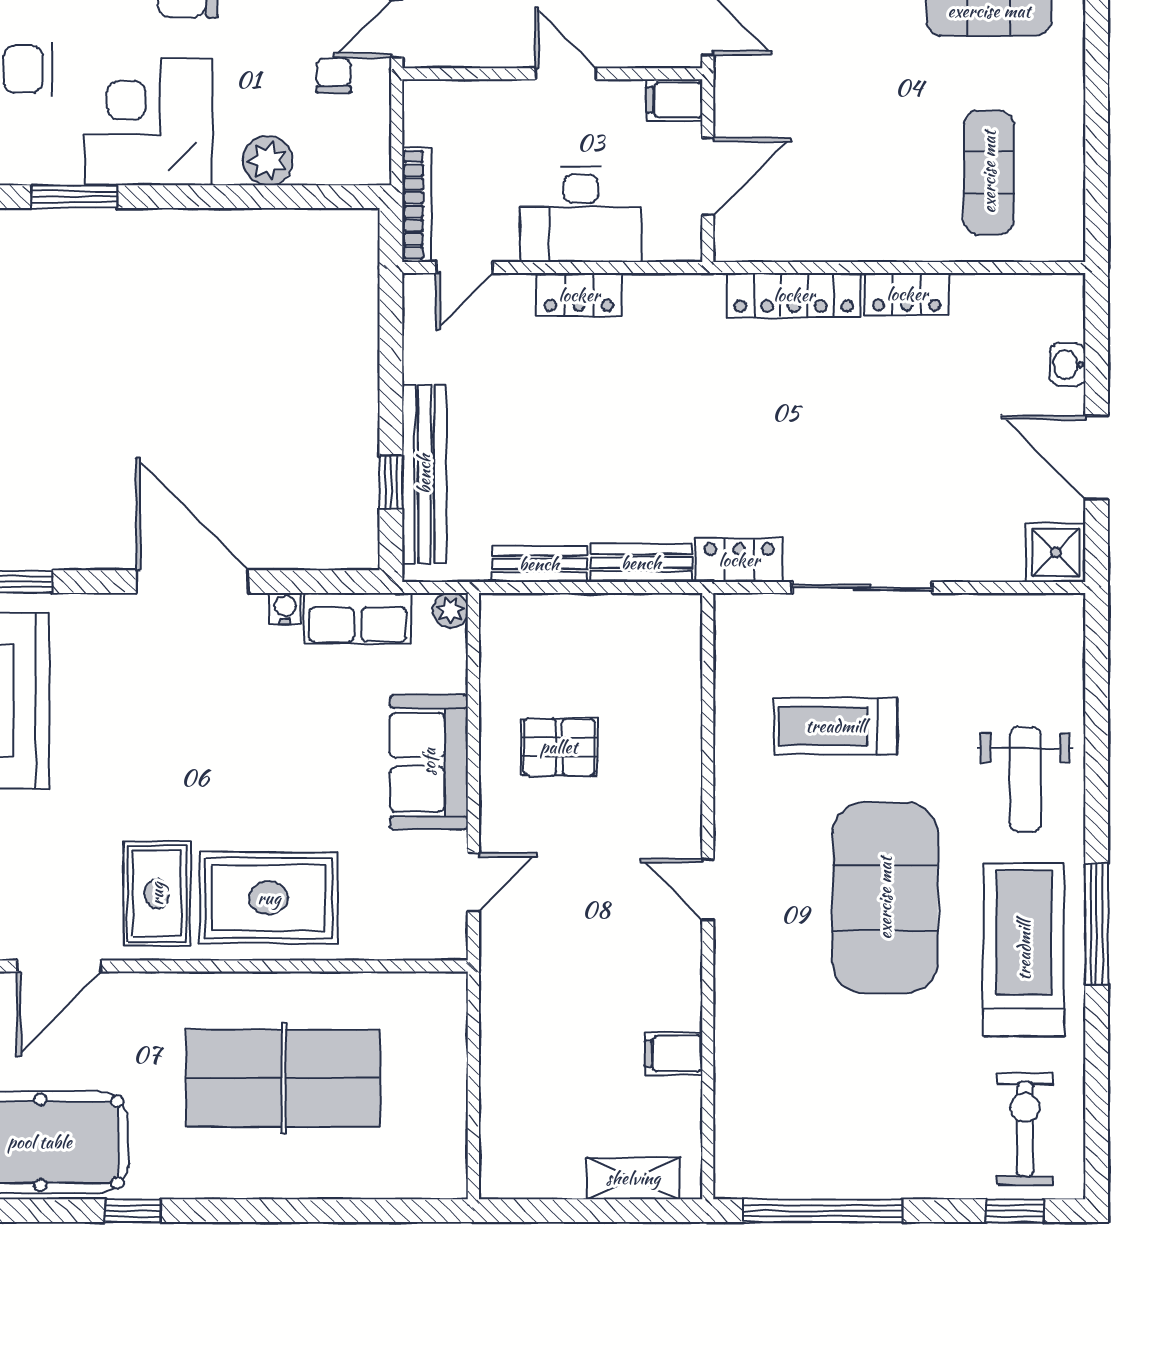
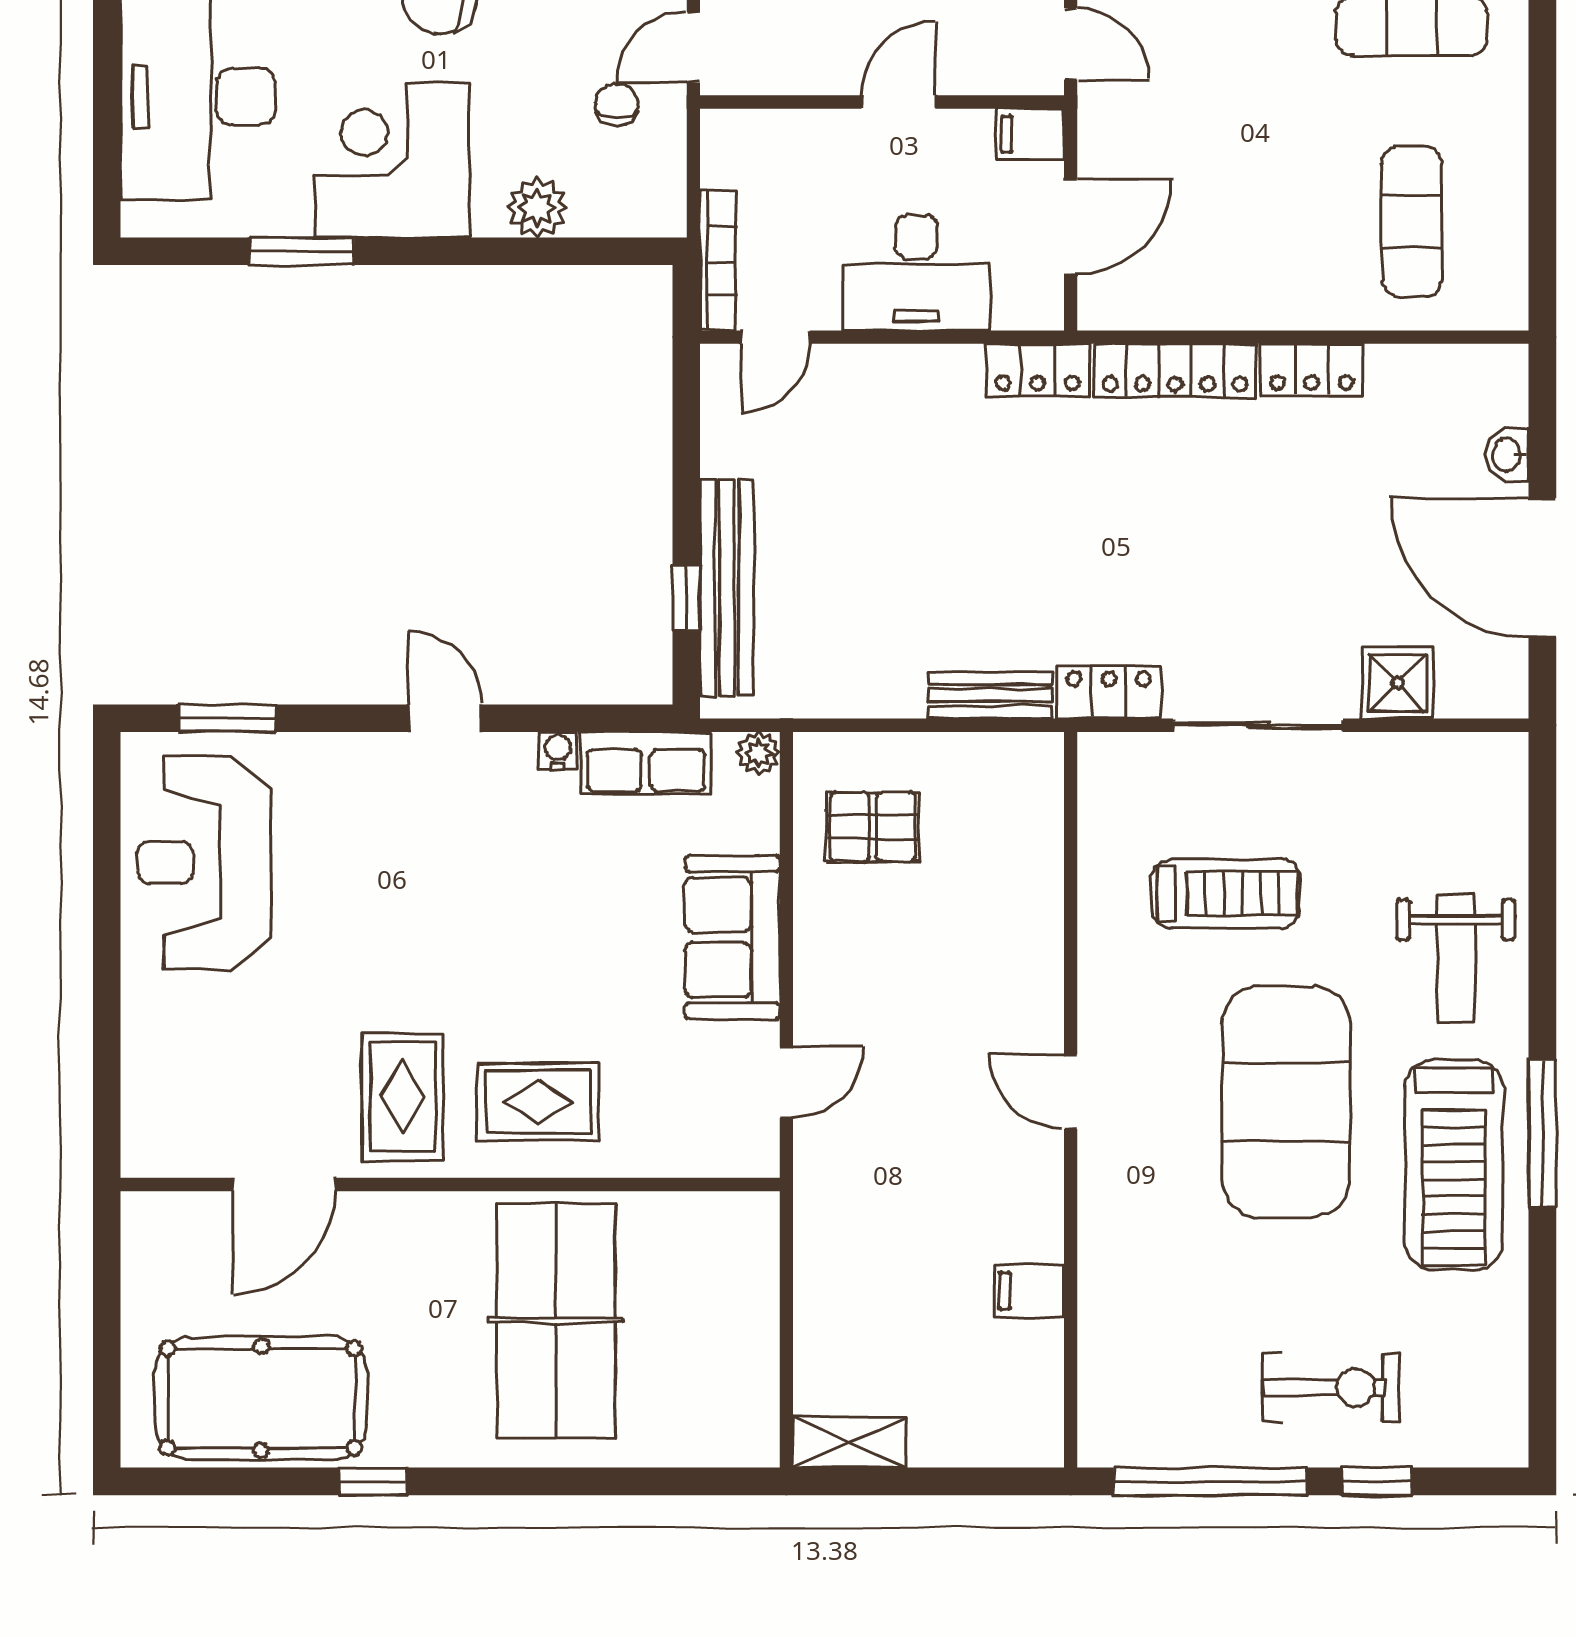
door: (566, 74) -> (898, 102), hinge flipped
locker: (579, 295) -> (1038, 370), moved
door: (1097, 457) -> (1542, 568), width x1.36
shower: (1056, 553) -> (1398, 683), moved
bench: (539, 564) -> (867, 697), removed
door: (192, 582) -> (446, 718), width x0.53
treadmill: (836, 726) -> (1226, 894), turned 180
pallet: (559, 747) -> (873, 827), moved
rug: (269, 898) -> (538, 1102), width x0.73, depth x0.70
treadmill: (1024, 950) -> (1454, 1165), turned 180
table tennis table: (283, 1078) -> (556, 1321), turned 90
exercise bike: (1025, 1129) -> (1331, 1388), moved, turned 90
shelving: (633, 1178) -> (850, 1442), moved
window: (1015, 1211) -> (1376, 1481), moved

